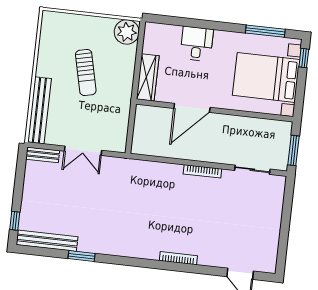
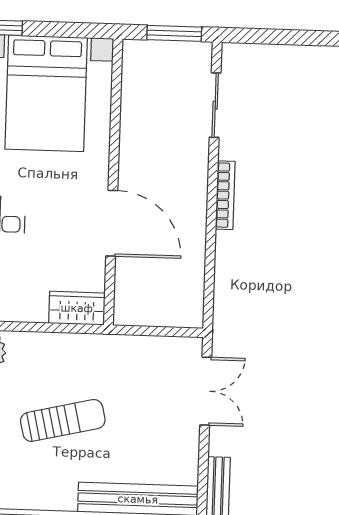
wardrobe: (148, 77) -> (77, 308), width x0.67
double door: (83, 151) -> (206, 391), moved

